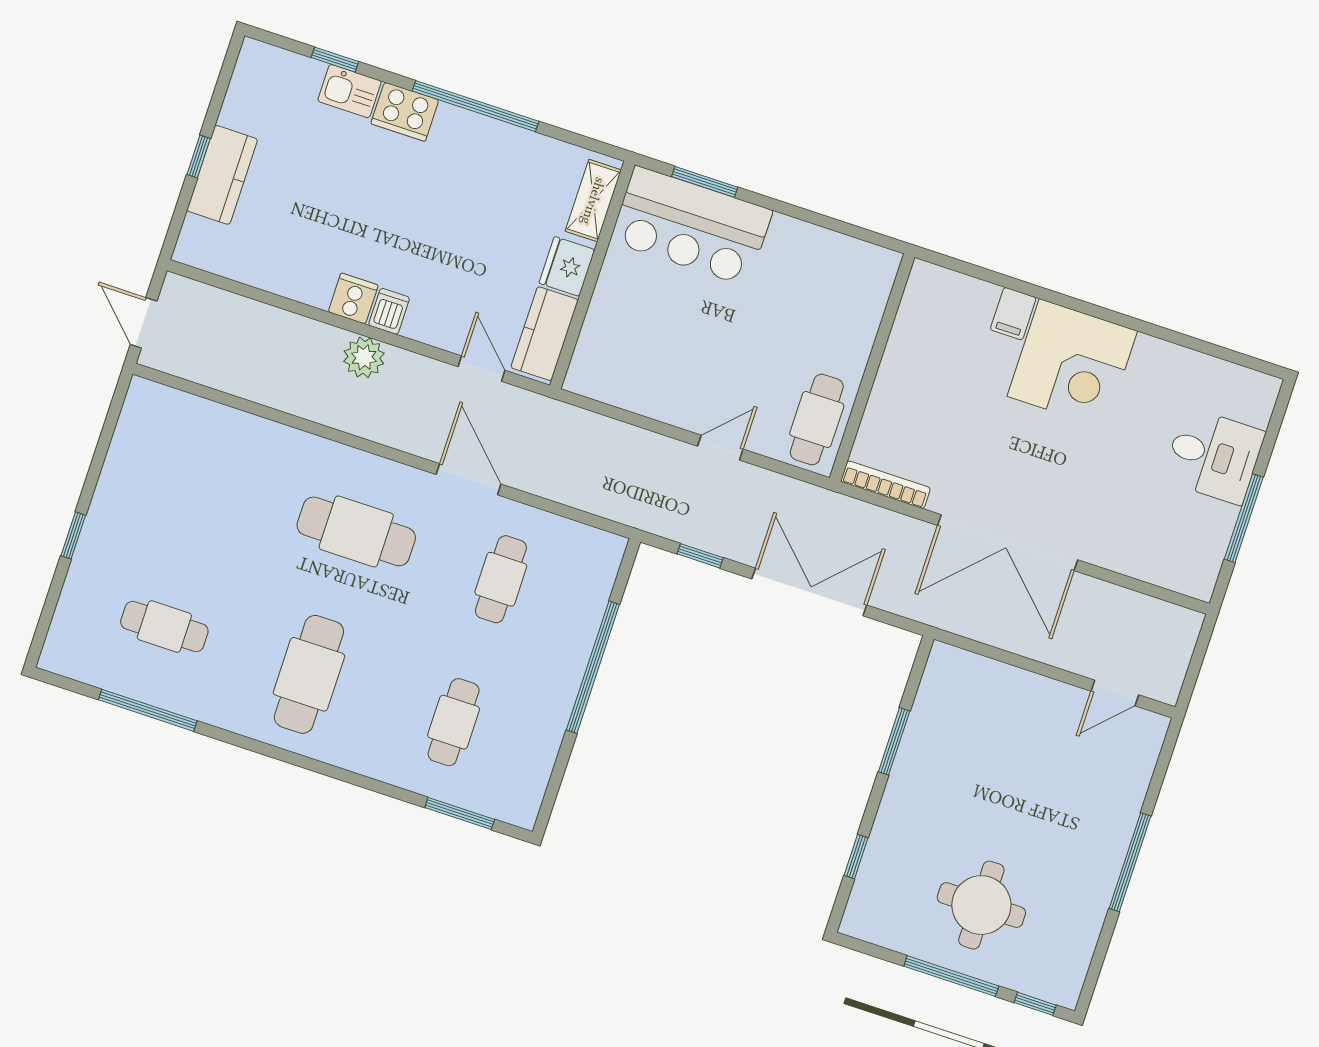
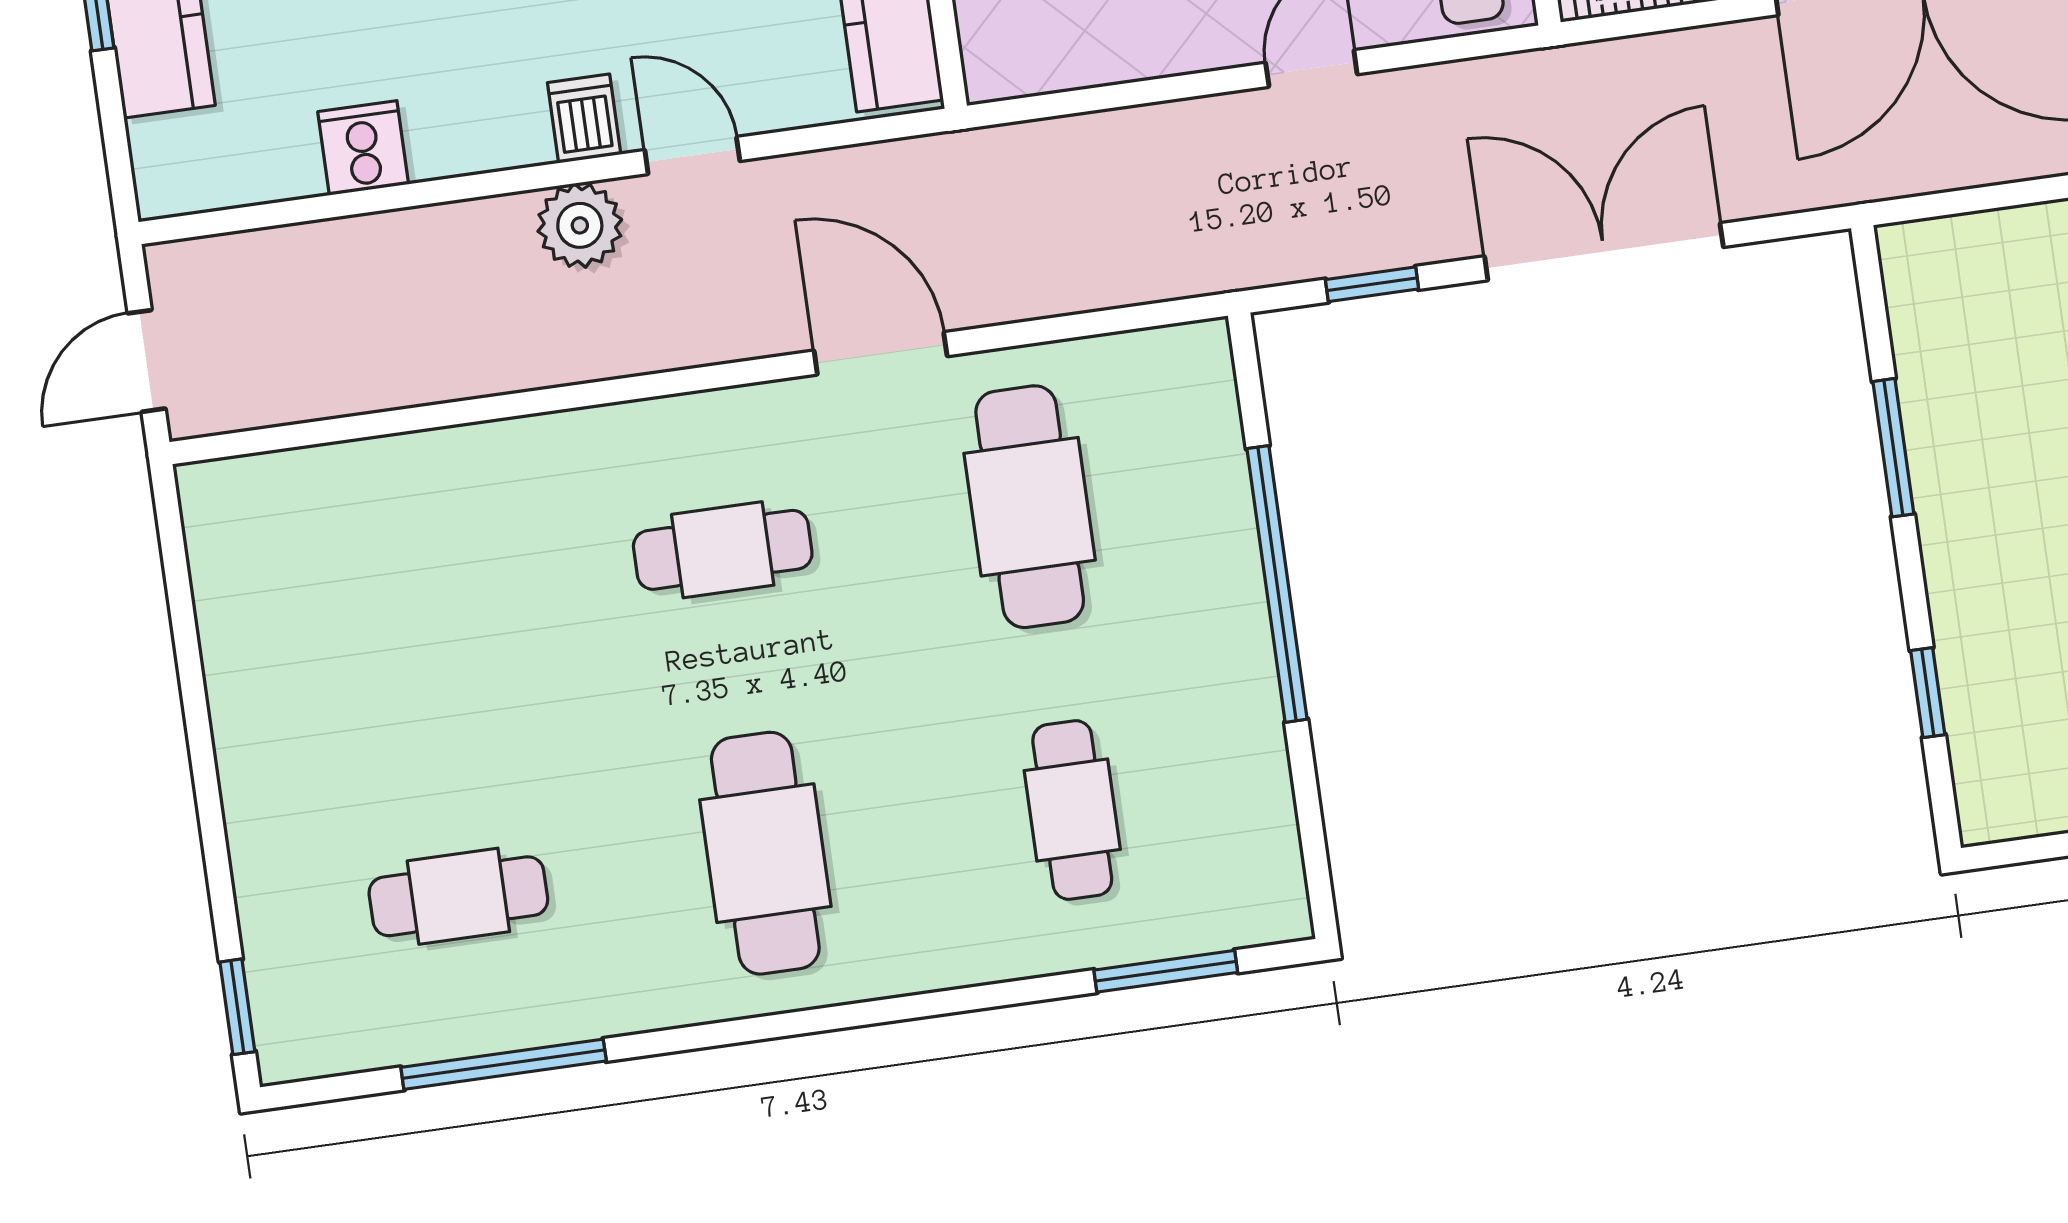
cooker: (353, 299) -> (363, 148), moved
door: (144, 323) -> (147, 361), hinge flipped
door: (482, 369) -> (692, 156), moved
cafe table: (356, 531) -> (723, 550), width x0.73, depth x0.74
window: (73, 535) -> (237, 1007), moved
cafe table: (501, 579) -> (1030, 507), width x1.37, depth x1.35

